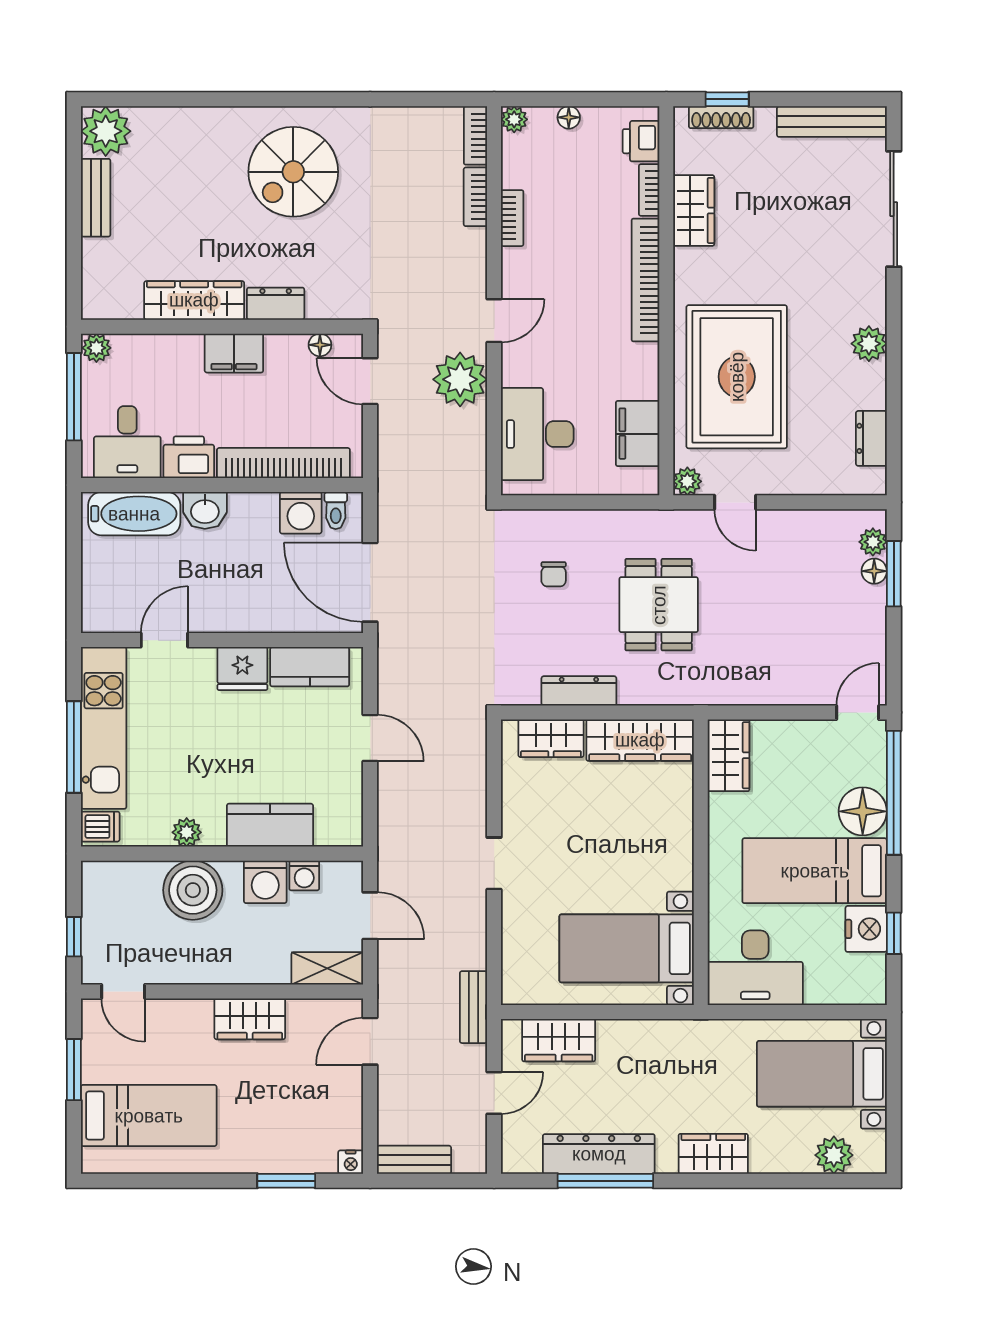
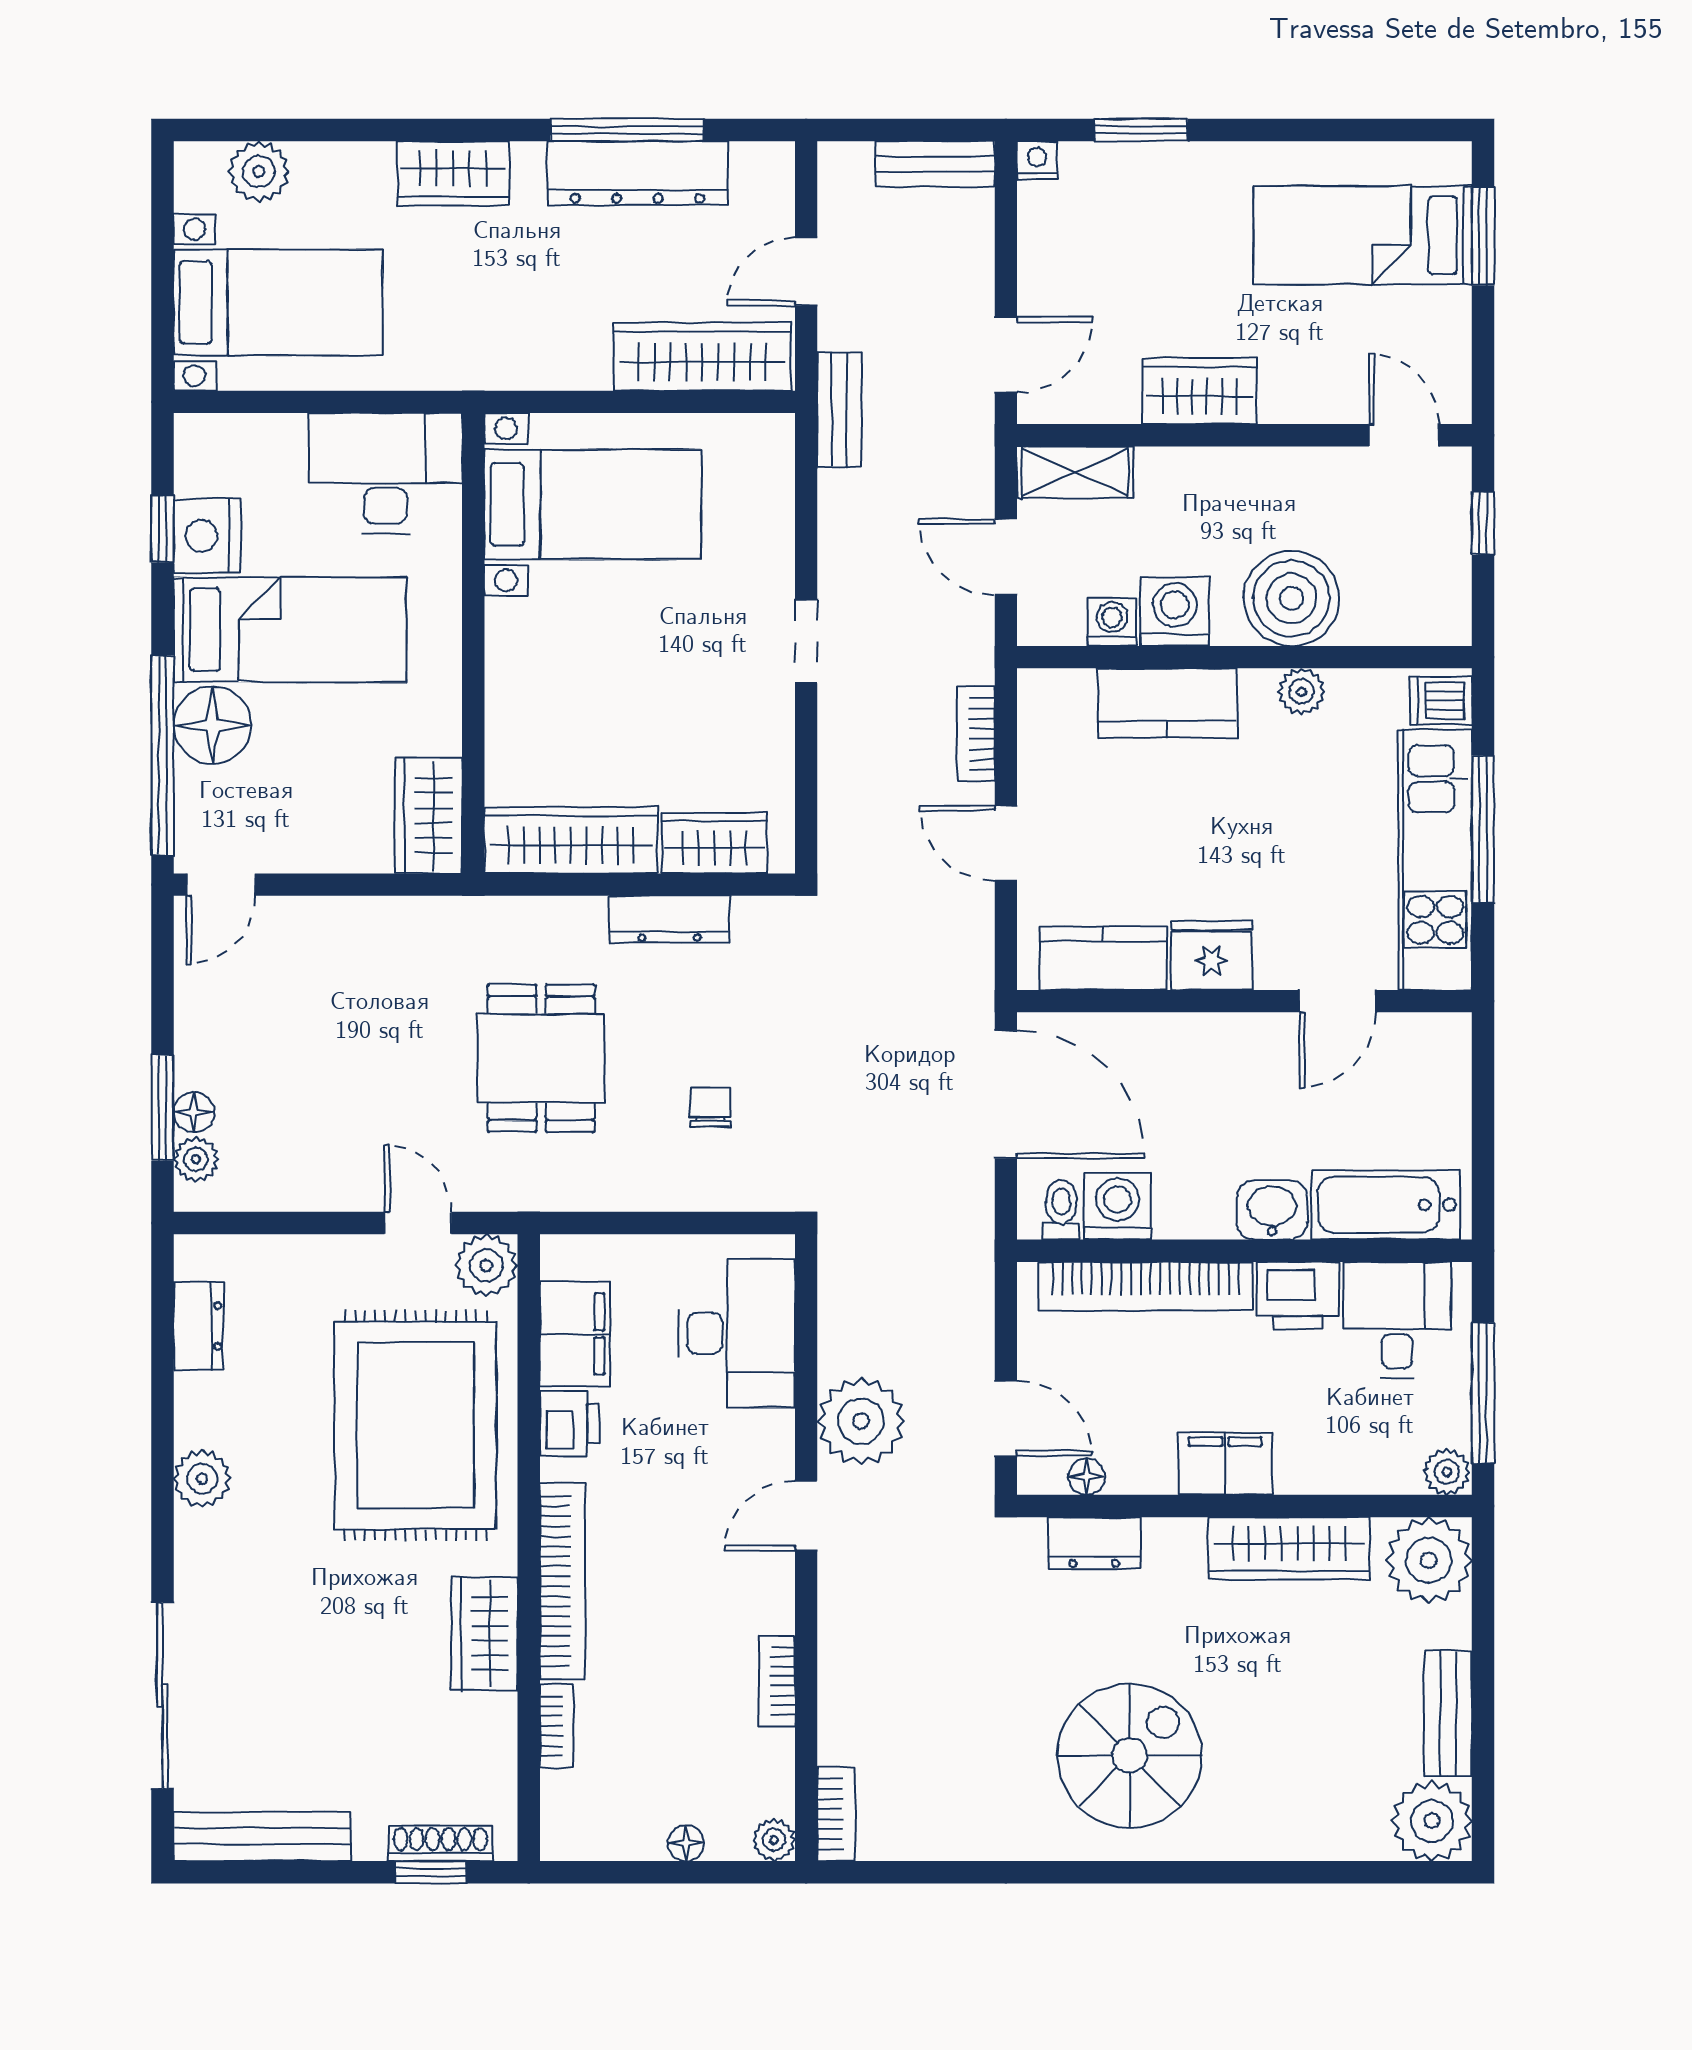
printer: (641, 141) -> (569, 1424), moved
bookcase: (475, 197) -> (976, 734), moved, turned 180
wardrobe: (694, 210) -> (485, 1633), moved
plant: (108, 293) -> (1429, 1560), added
dresser: (276, 304) -> (1094, 1543), moved
plant: (687, 481) -> (486, 1265), width x1.38, depth x1.38
wardrobe: (559, 1040) -> (702, 357), width x1.50
window: (74, 1070) -> (1483, 236), moved

